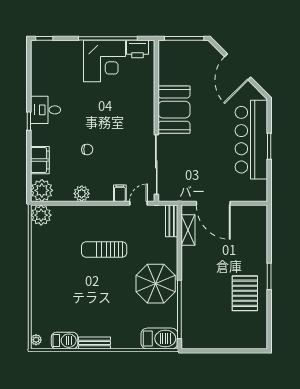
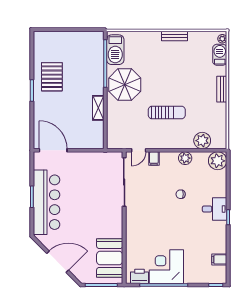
door: (238, 67) -> (58, 262), hinge flipped
desk: (46, 110) -> (215, 209), moved
booth: (174, 110) -> (110, 258), moved
filing cabinet: (40, 160) -> (219, 259), moved, width x0.50
door: (213, 203) -> (53, 150), moved
plant: (41, 215) -> (202, 141), moved
bench: (172, 221) -> (222, 89), moved
shelving: (188, 230) -> (98, 108), moved
barbecue: (159, 339) -> (115, 50), moved, turned -90
barbecue: (65, 341) -> (220, 55), moved, turned 90

